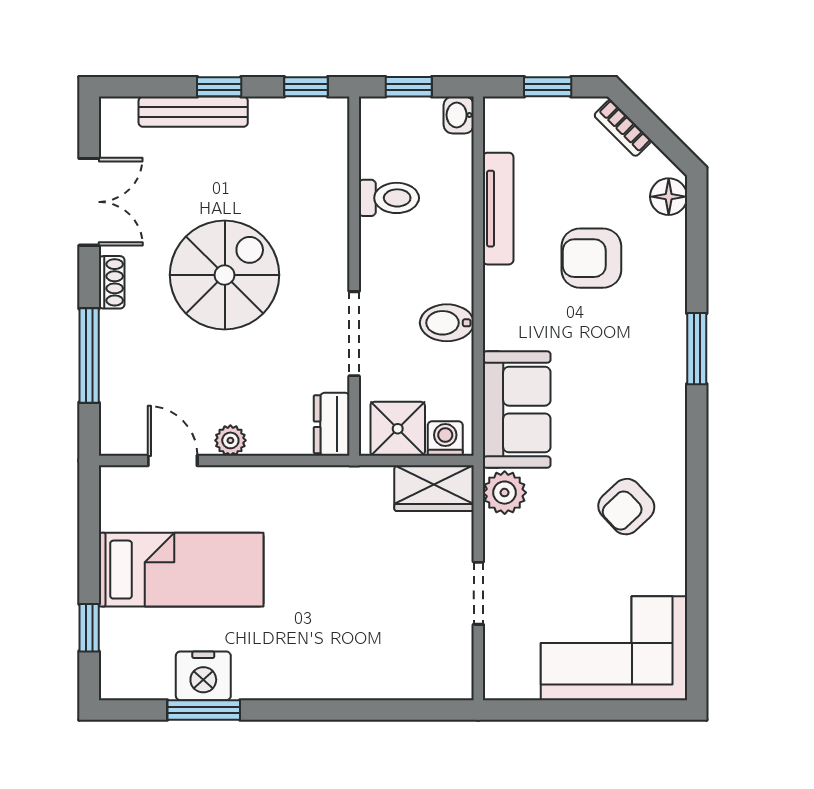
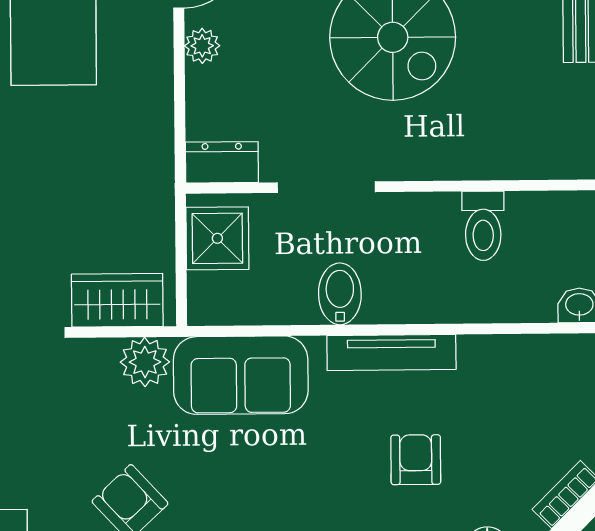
tv unit: (498, 209) -> (391, 353), moved
armchair: (591, 258) -> (416, 460), width x0.72, depth x0.72
washing machine: (445, 438) -> (207, 293), removed
wardrobe: (434, 488) -> (117, 300), moved, turned 90

